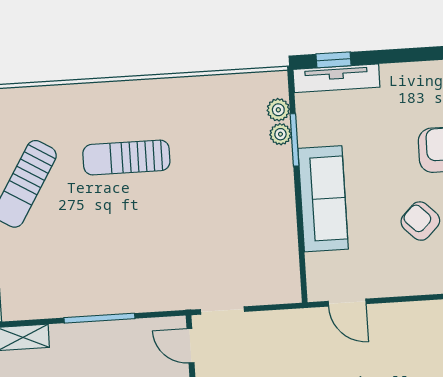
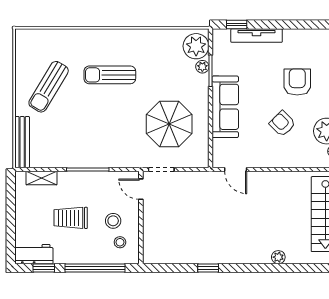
tv unit: (336, 78) -> (257, 36), moved
plant: (278, 110) -> (196, 46), width x1.88, depth x1.88
parasol: (231, 234) -> (169, 124), added

